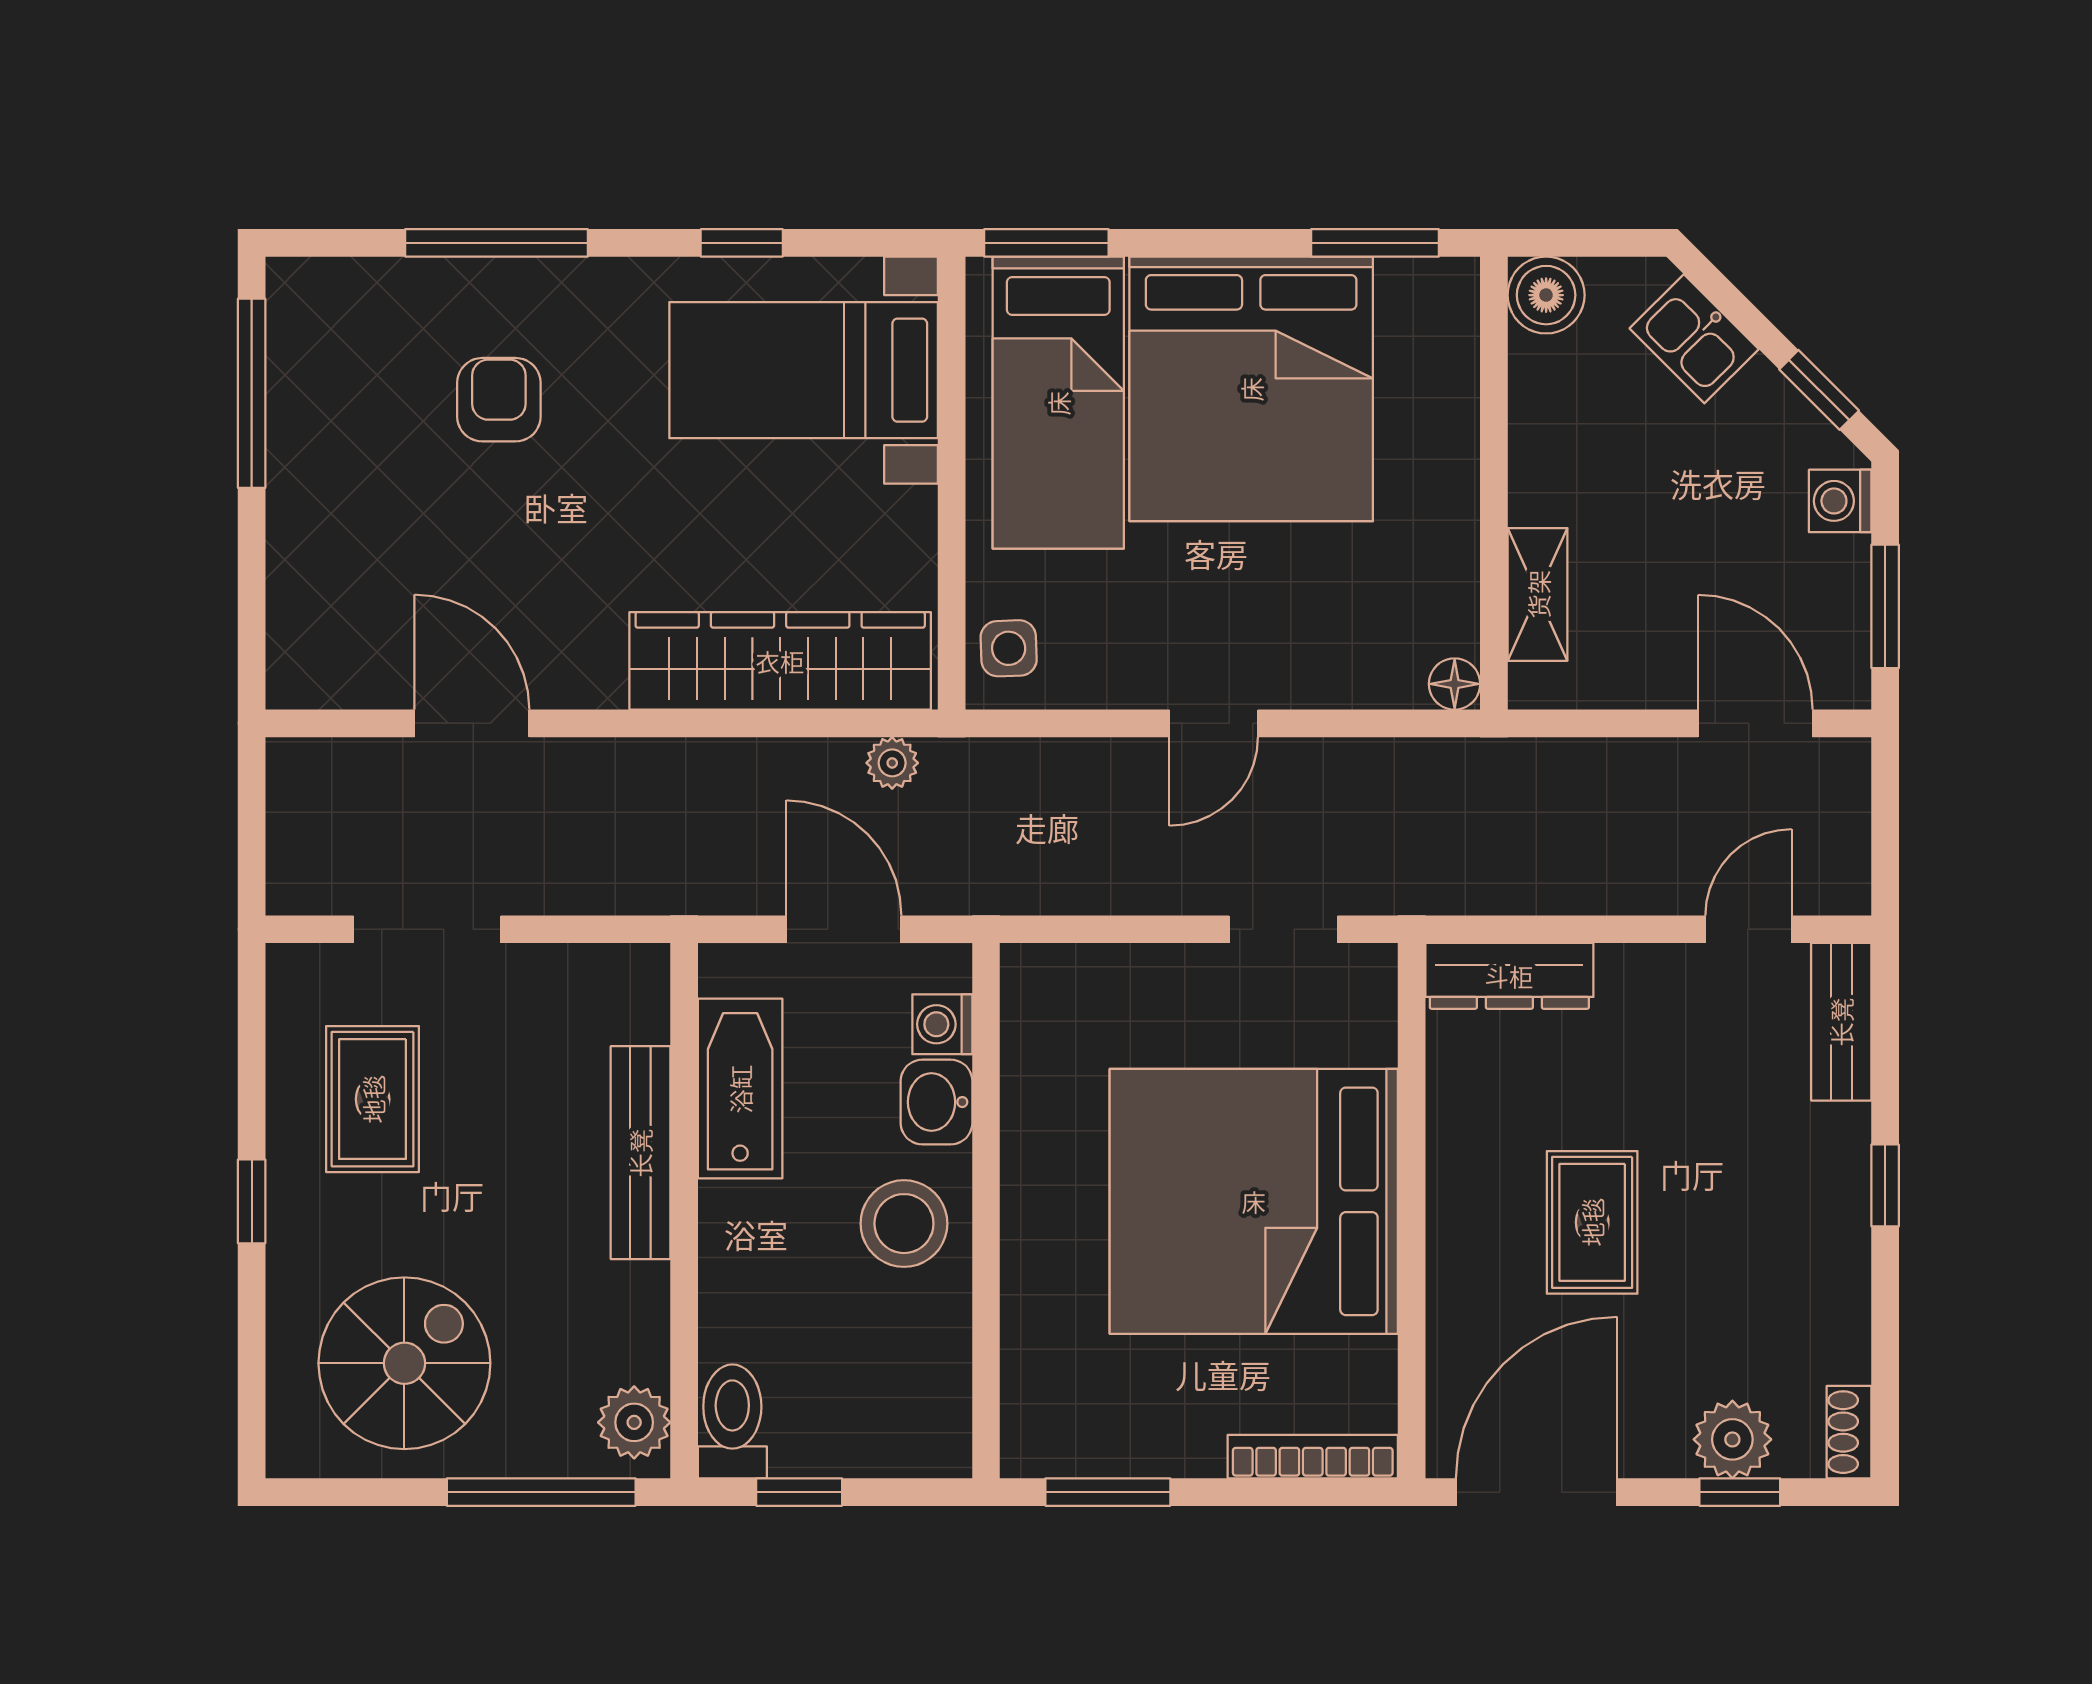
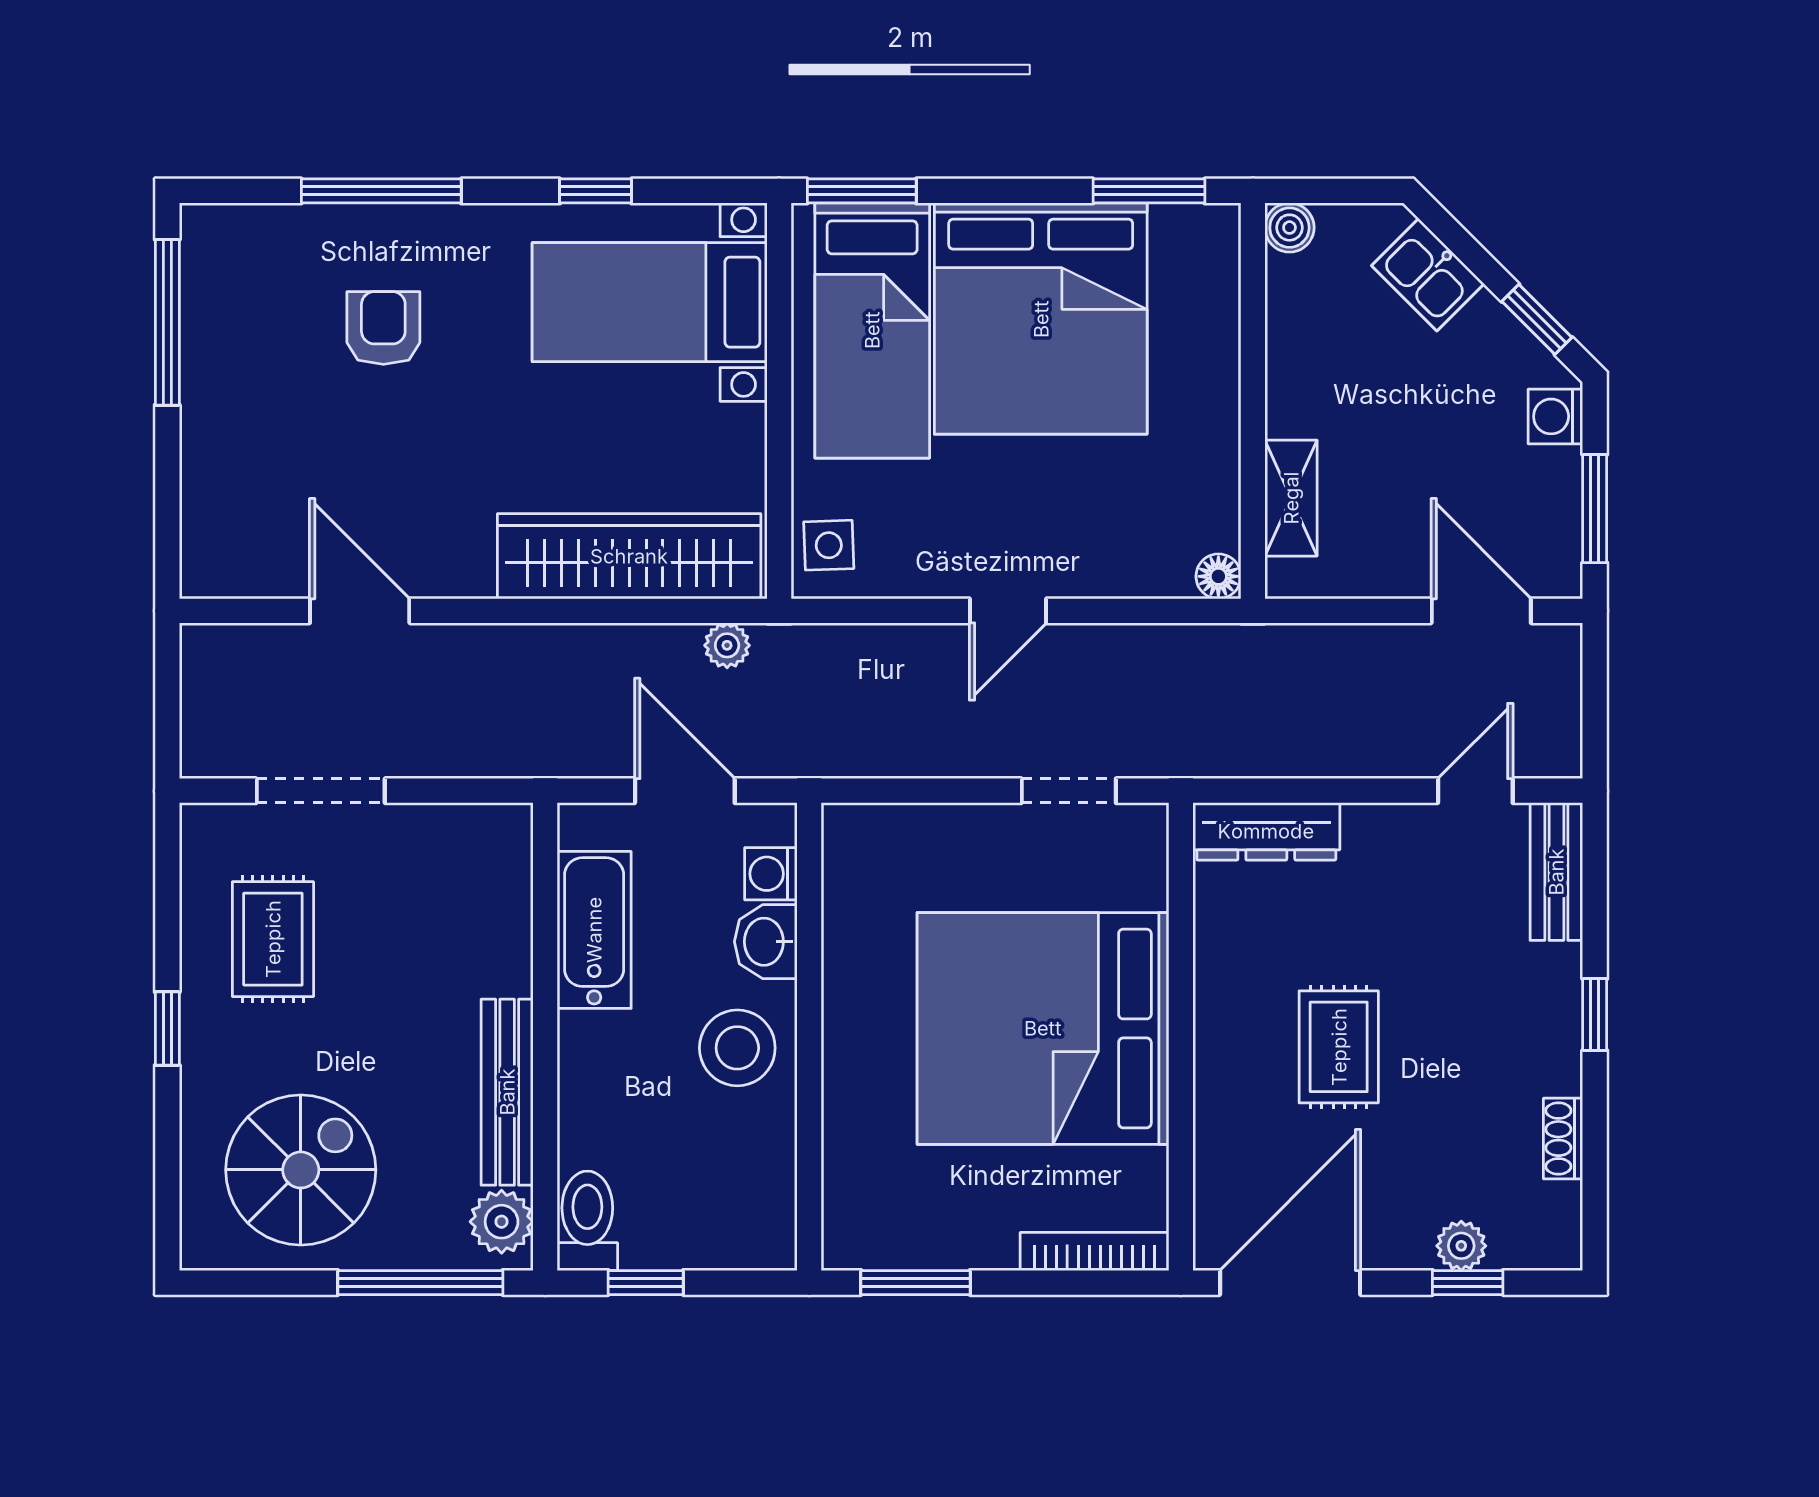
boiler: (1546, 295) -> (1289, 228), width x0.73, depth x0.73
bench: (640, 1153) -> (507, 1092), moved
shoe rack: (1849, 1432) -> (1563, 1139), moved
plant: (1732, 1439) -> (1461, 1246), width x0.73, depth x0.73

